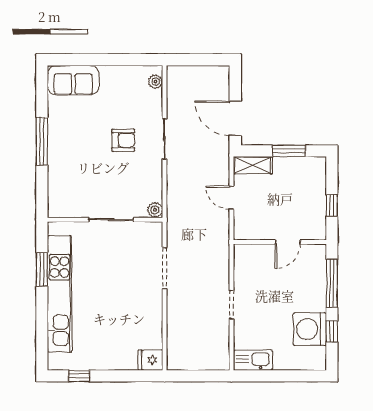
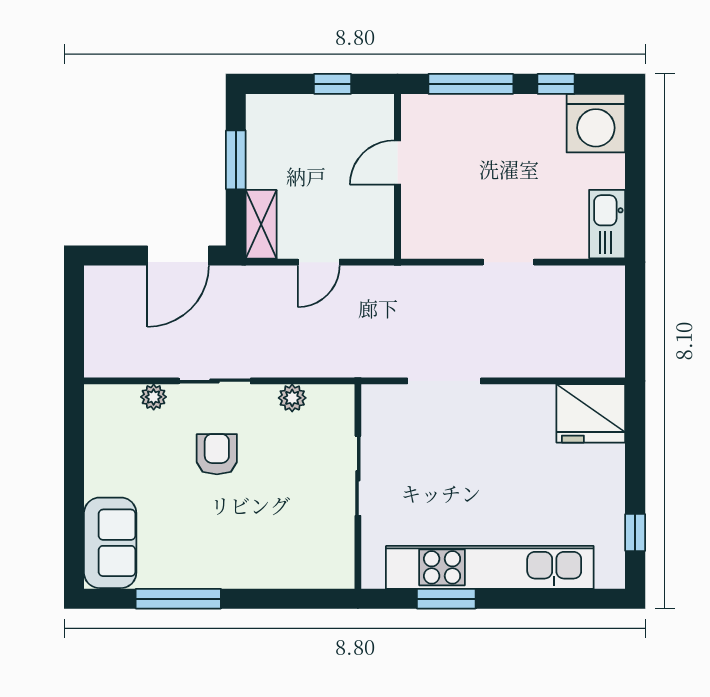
plant: (155, 82) -> (154, 397), moved
window: (42, 141) -> (178, 599), moved
plant: (155, 210) -> (292, 398), moved
door: (288, 242) -> (397, 162), swing flipped
washing machine: (310, 329) -> (596, 123), moved
fridge: (150, 360) -> (591, 413), width x1.88, depth x1.34

